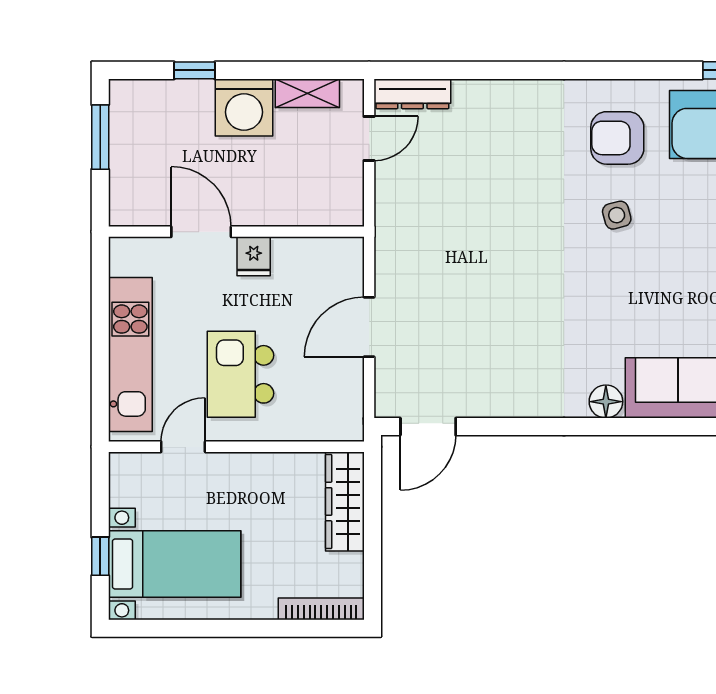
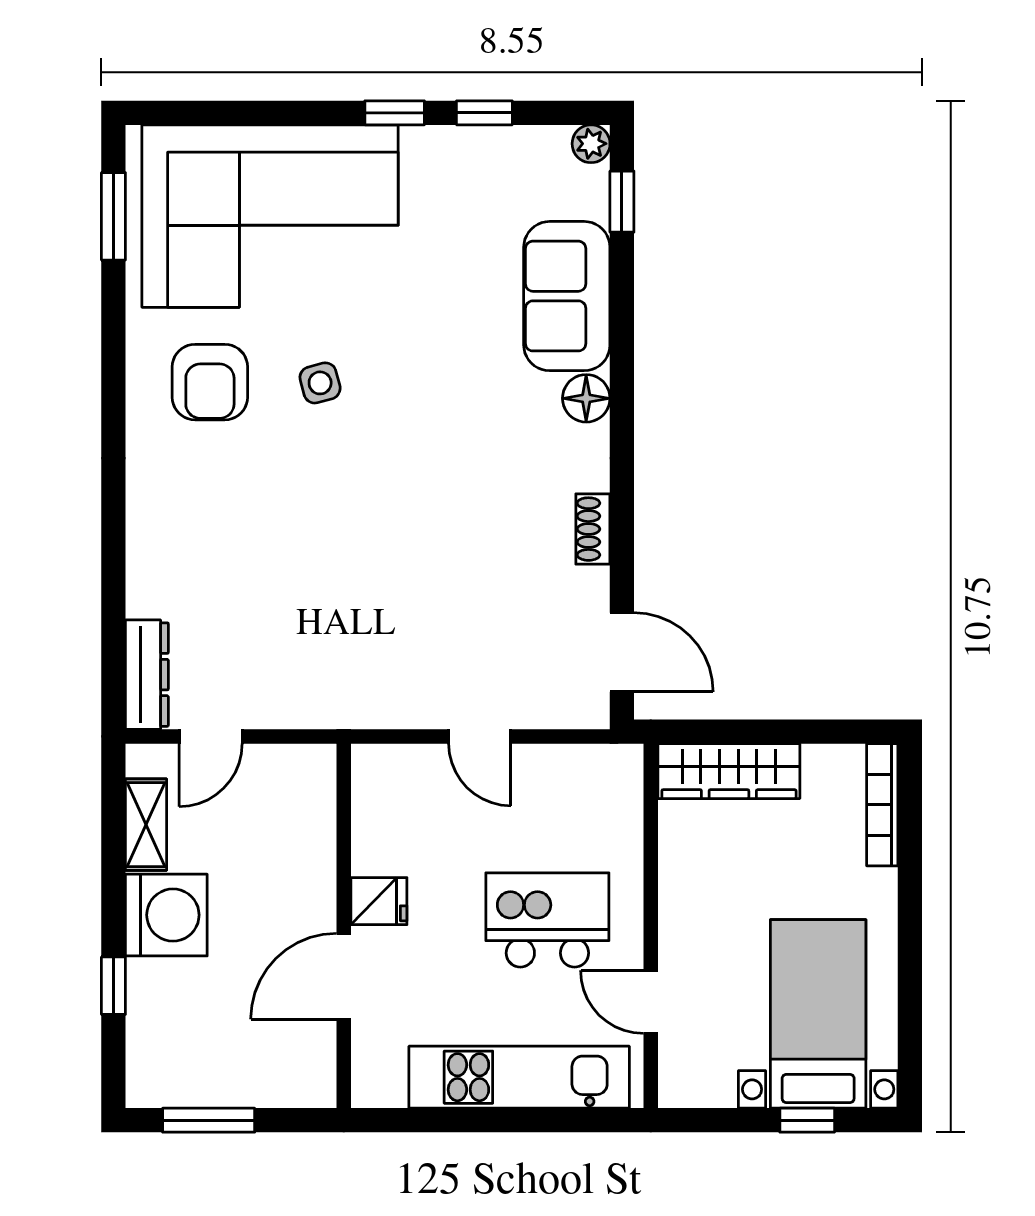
door: (369, 138) -> (211, 736), swing flipped
door: (369, 327) -> (480, 736), width x0.73
kitchen island: (240, 374) -> (547, 920), turned 180
shoe rack: (514, 406) -> (593, 529), added

